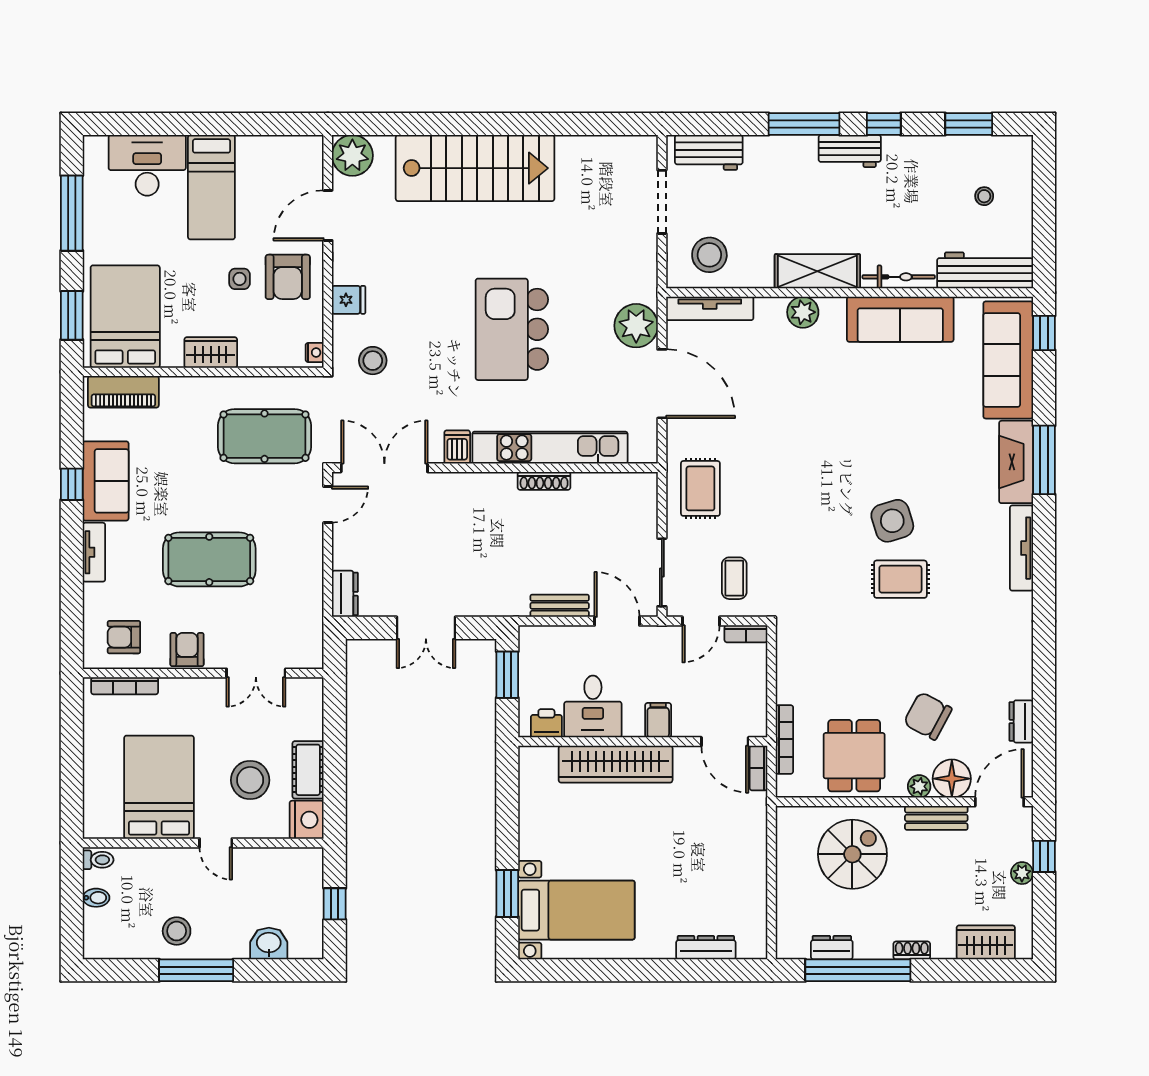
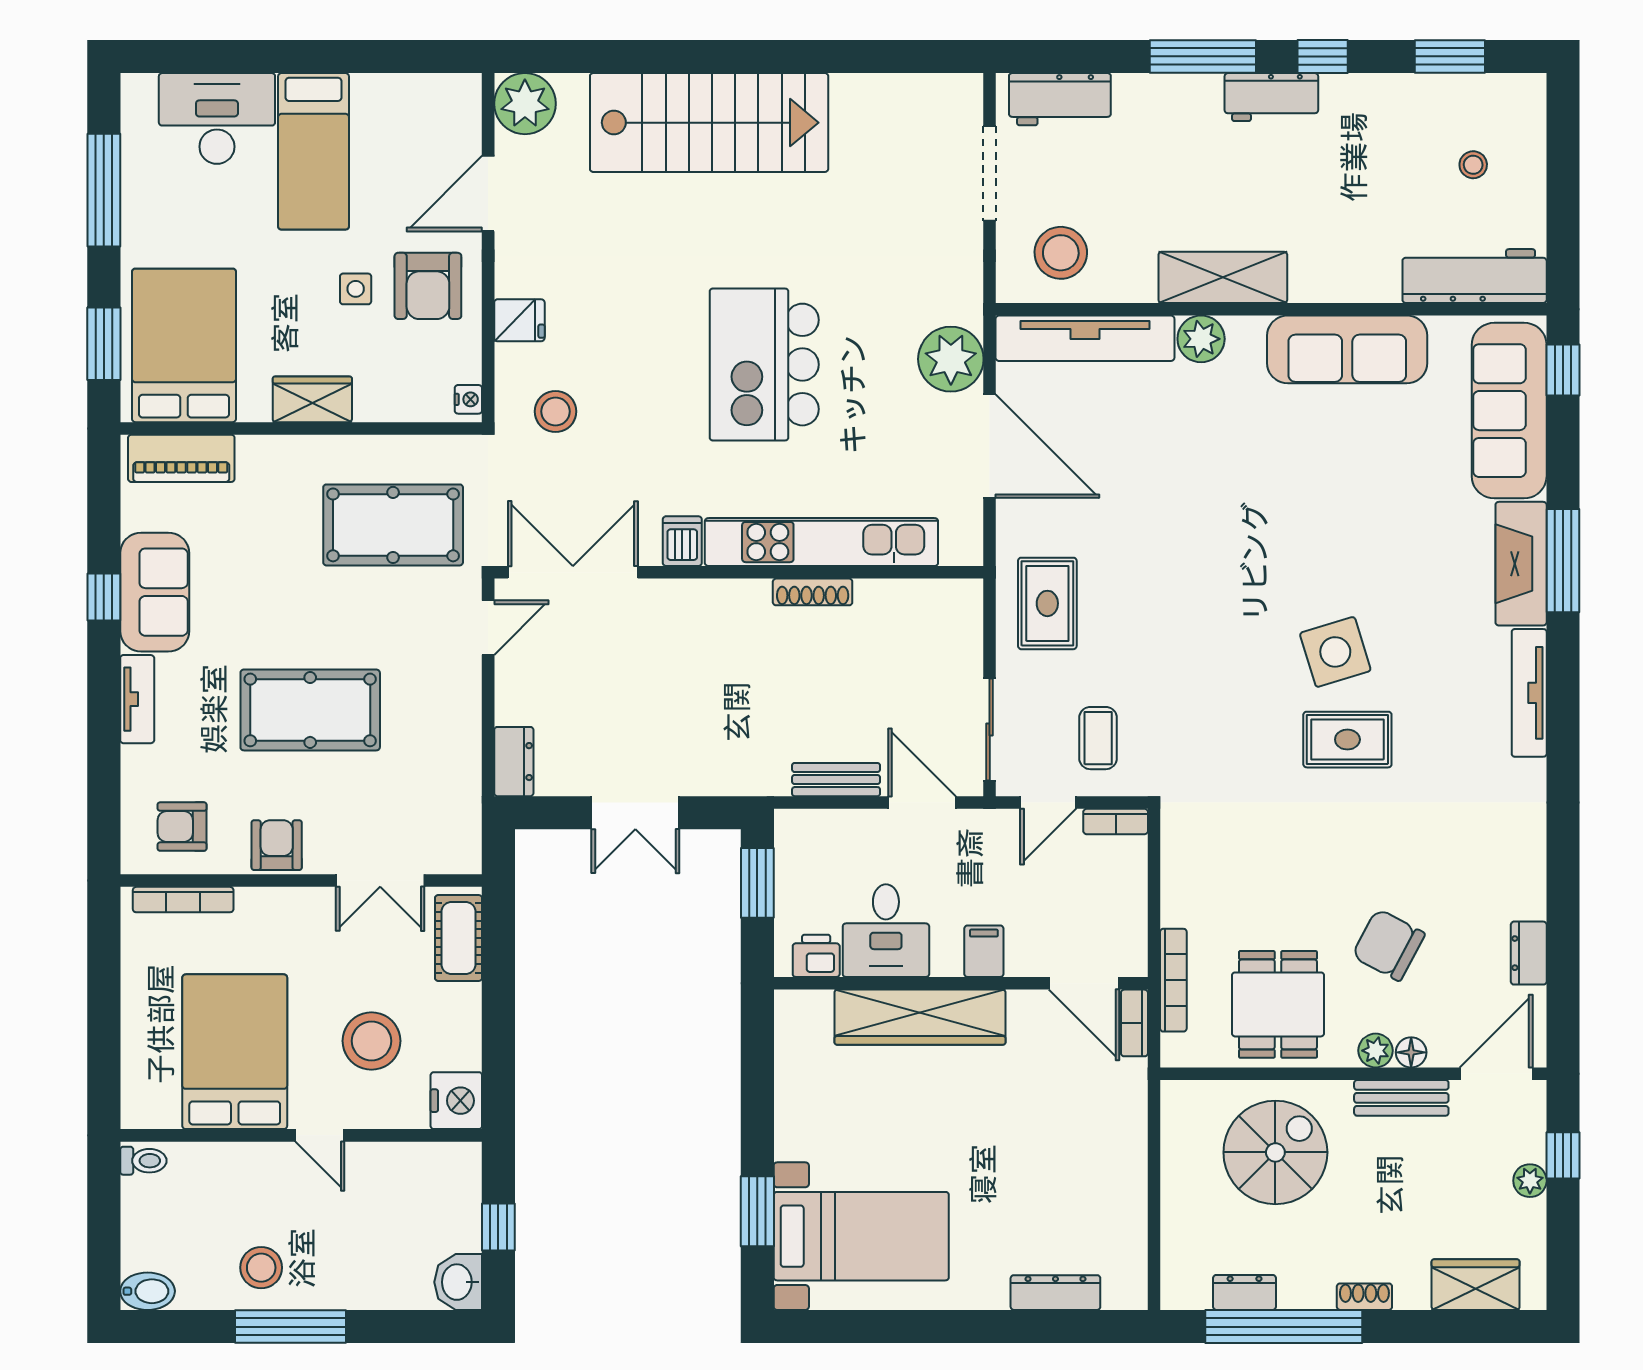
bicycle: (899, 277) -> (1345, 286), removed
tv unit: (710, 308) -> (1085, 338), width x1.36, depth x1.29
cot: (308, 770) -> (459, 938), moved
floor lamp: (952, 779) -> (1411, 1052), width x0.53, depth x0.53
bidet: (96, 898) -> (148, 1291), moved, width x1.38, depth x1.36
washbasin: (269, 944) -> (458, 1282), moved, turned -90

